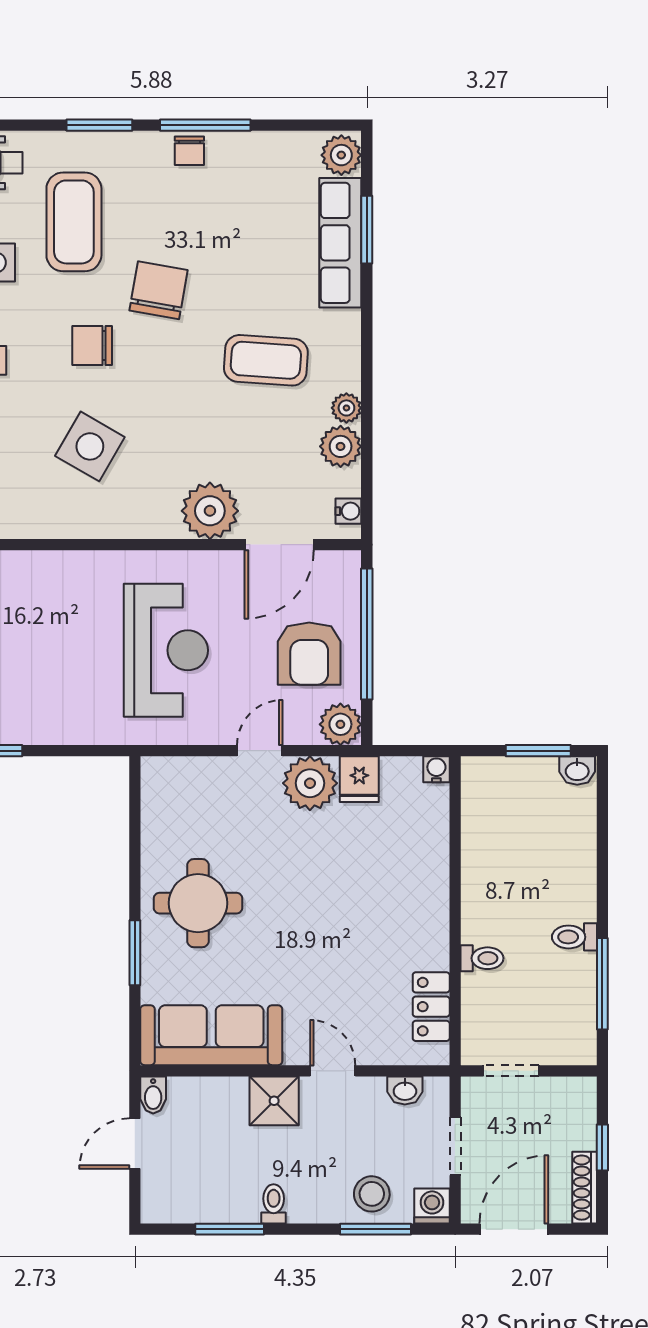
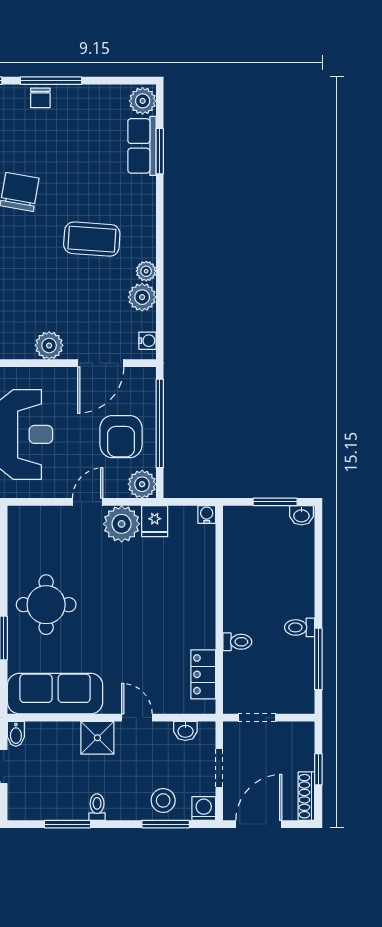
row of seats: (340, 243) -> (142, 146), width x0.68
plant: (210, 511) -> (49, 345), width x0.73, depth x0.73

